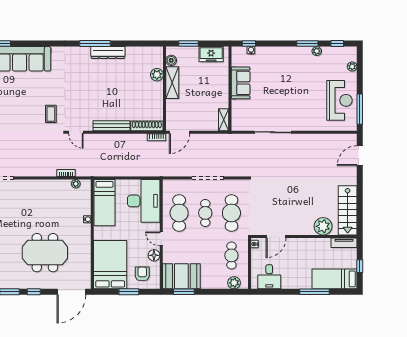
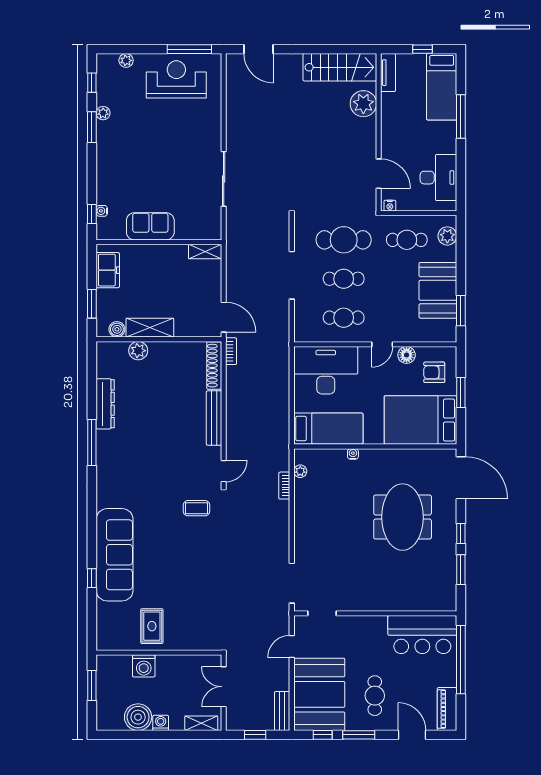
dresser: (108, 53) -> (105, 404), moved
cafe table: (179, 213) -> (344, 318), width x0.73, depth x0.74
booth: (181, 276) -> (438, 290), moved
desk: (269, 277) -> (438, 178), width x1.37

